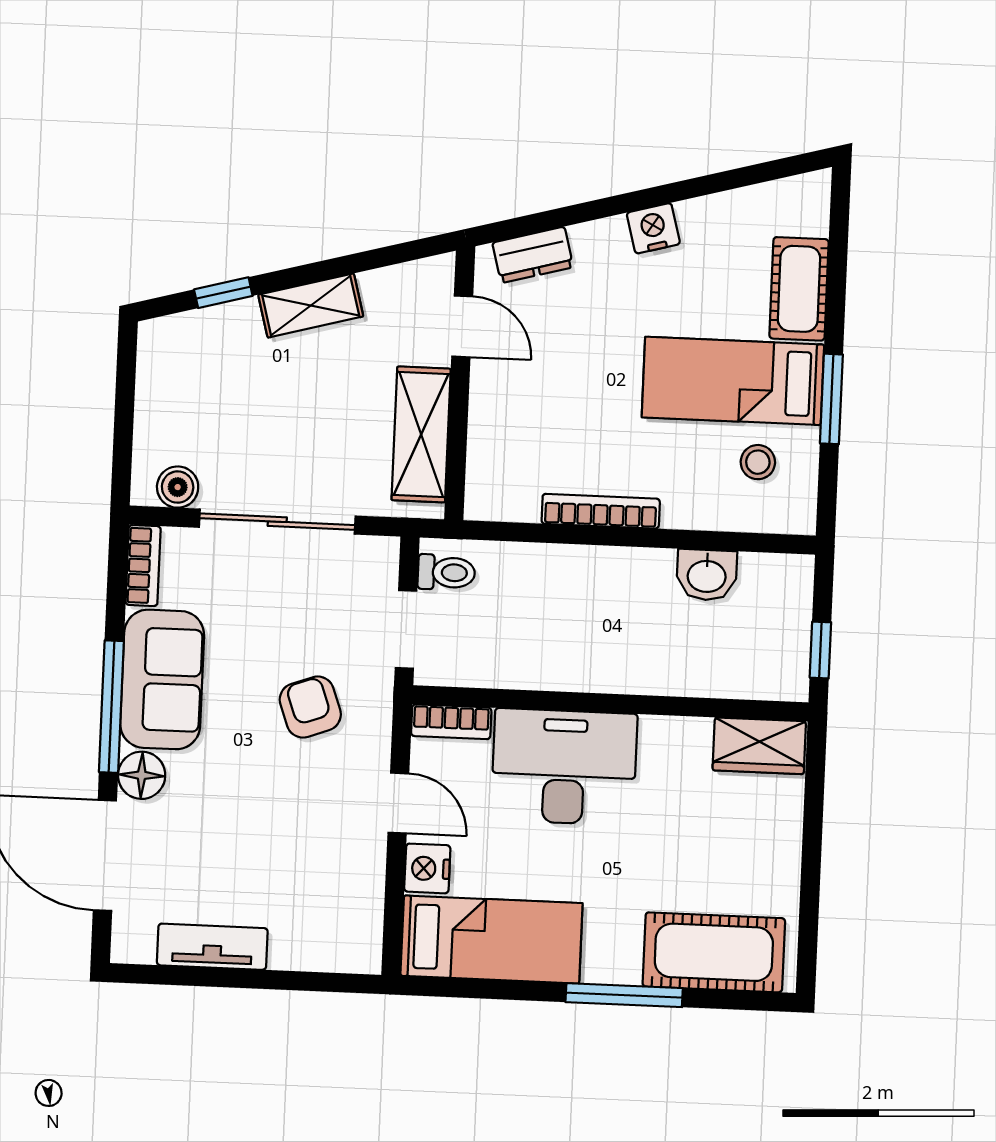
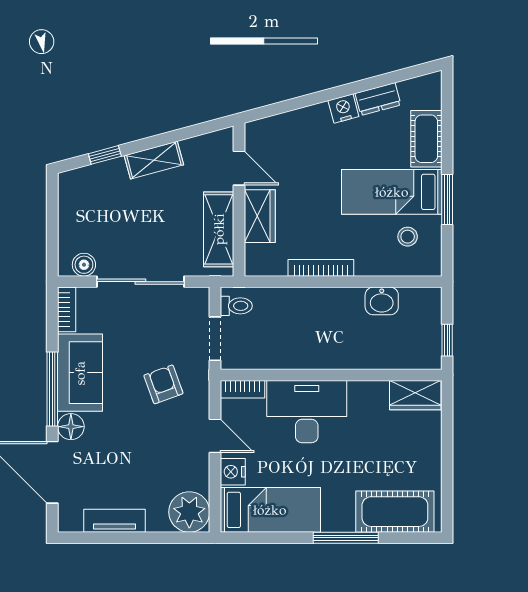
dresser: (533, 255) -> (378, 99), moved
wardrobe: (495, 414) -> (260, 216), added
plant: (346, 937) -> (189, 512), added

